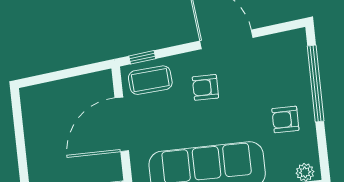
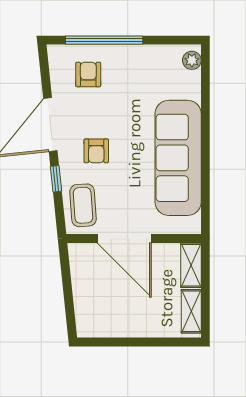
window: (142, 57) -> (56, 179), moved
armchair: (285, 119) -> (88, 74), moved, turned 180

